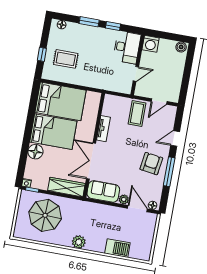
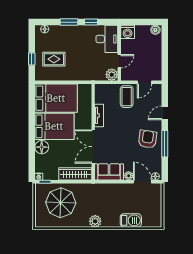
plant: (125, 87) -> (112, 75), added

